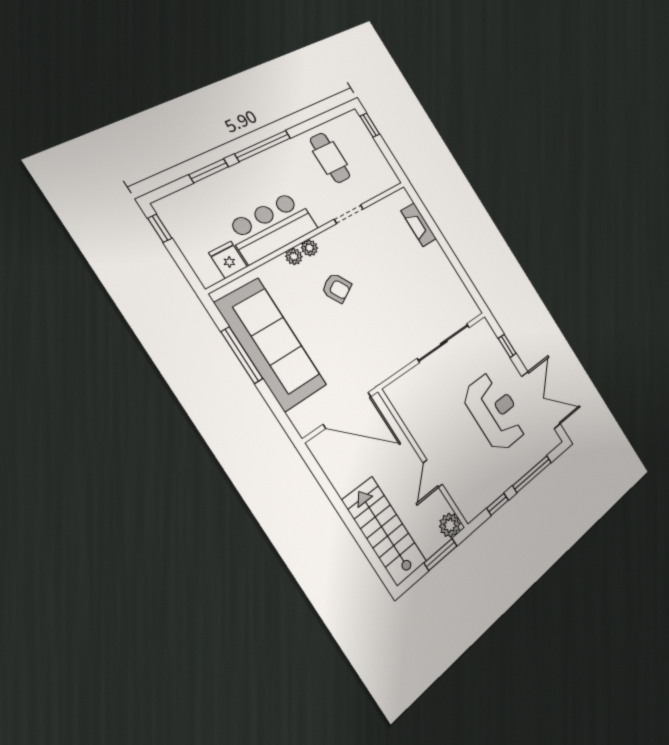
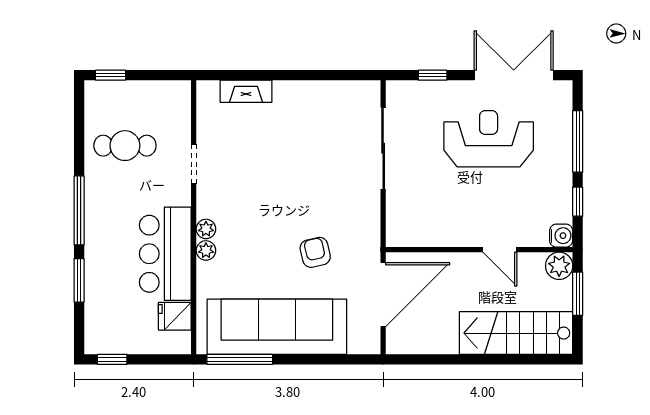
armchair: (337, 288) -> (315, 252), moved, turned -73
window: (242, 355) -> (240, 359), moved
water cooler: (470, 510) -> (561, 236), added

